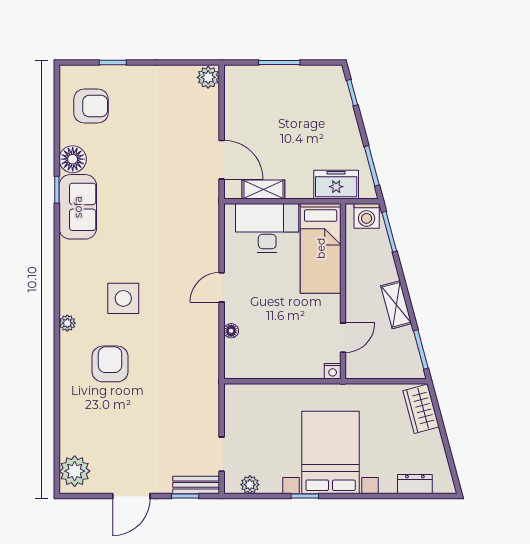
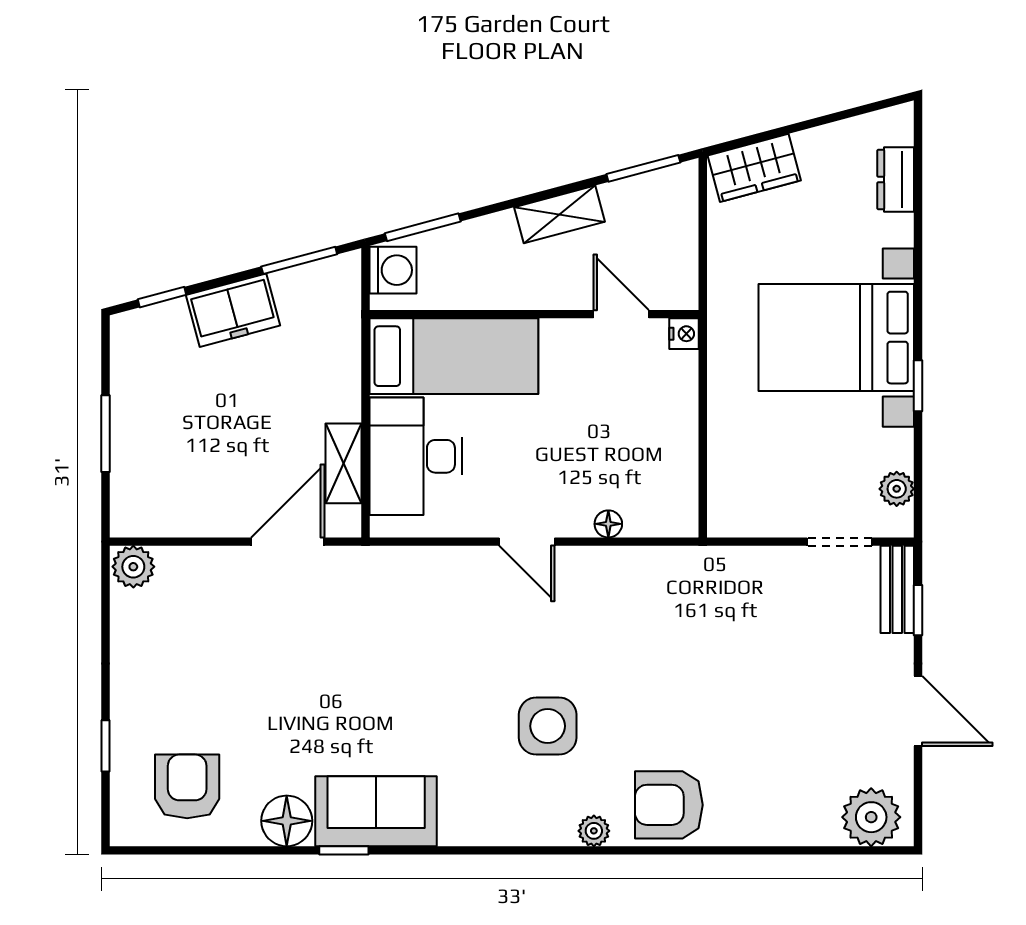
freezer: (336, 185) -> (233, 310), moved, turned -105
armchair: (110, 364) -> (669, 805), moved

